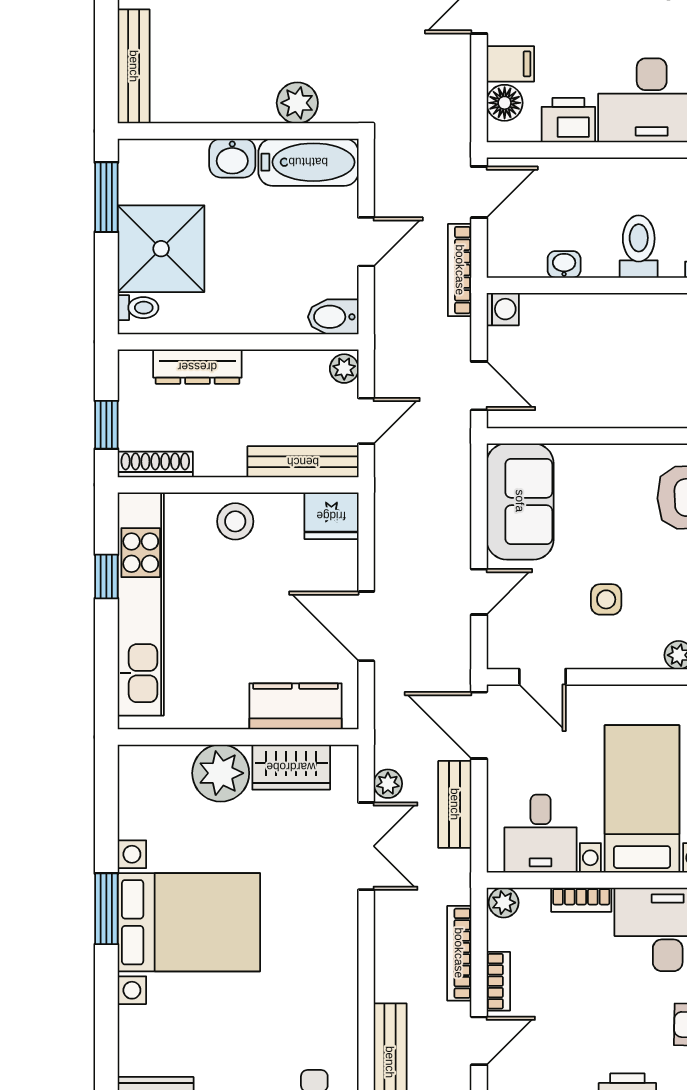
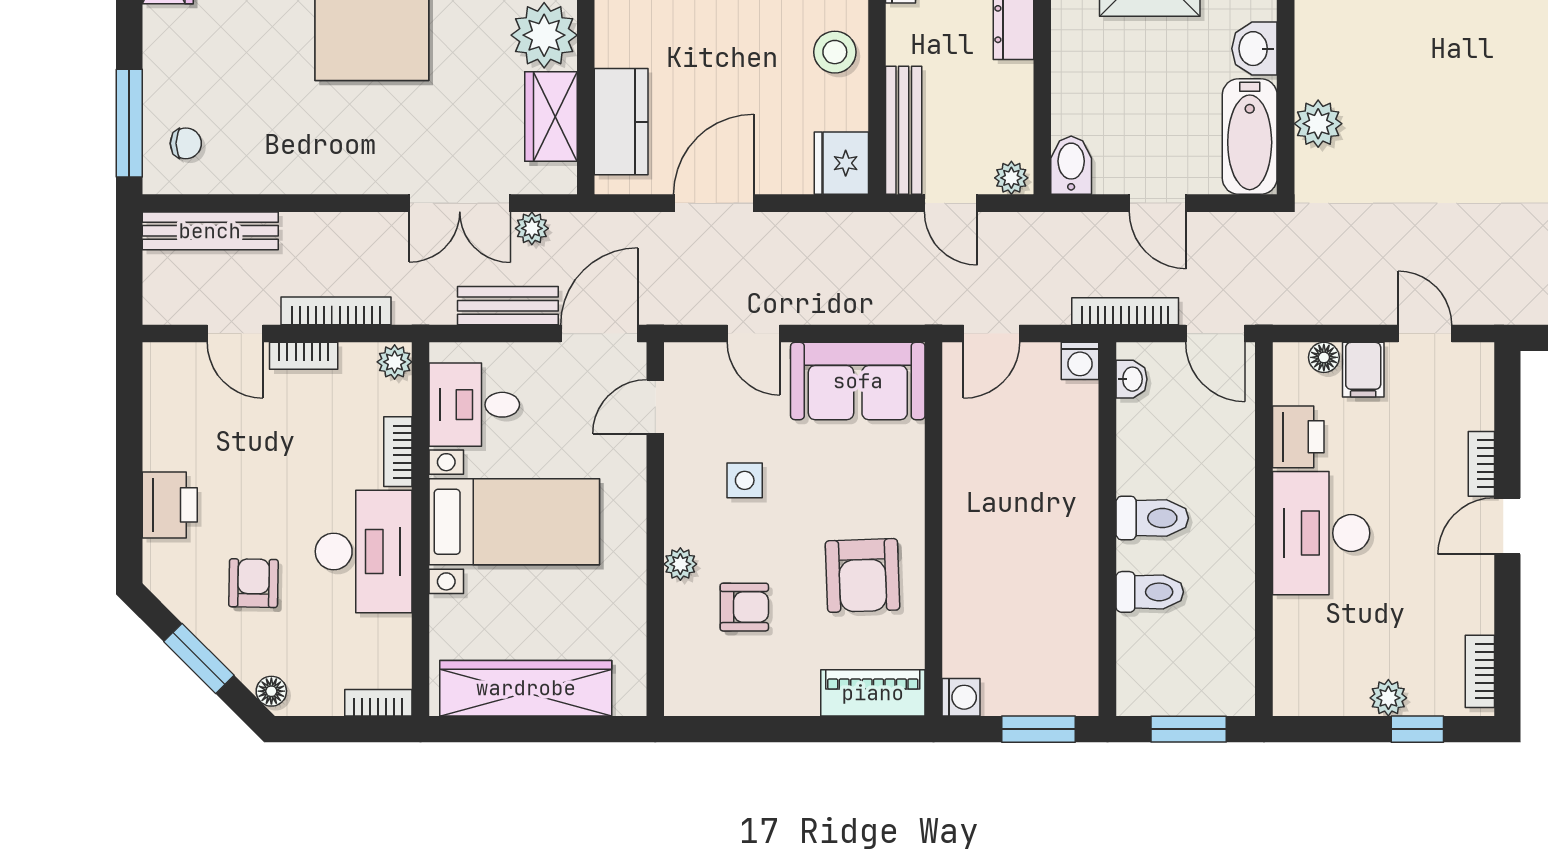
floor lamp: (505, 103) -> (1324, 357), width x0.73, depth x0.73
washbasin: (564, 264) -> (1132, 379), moved

